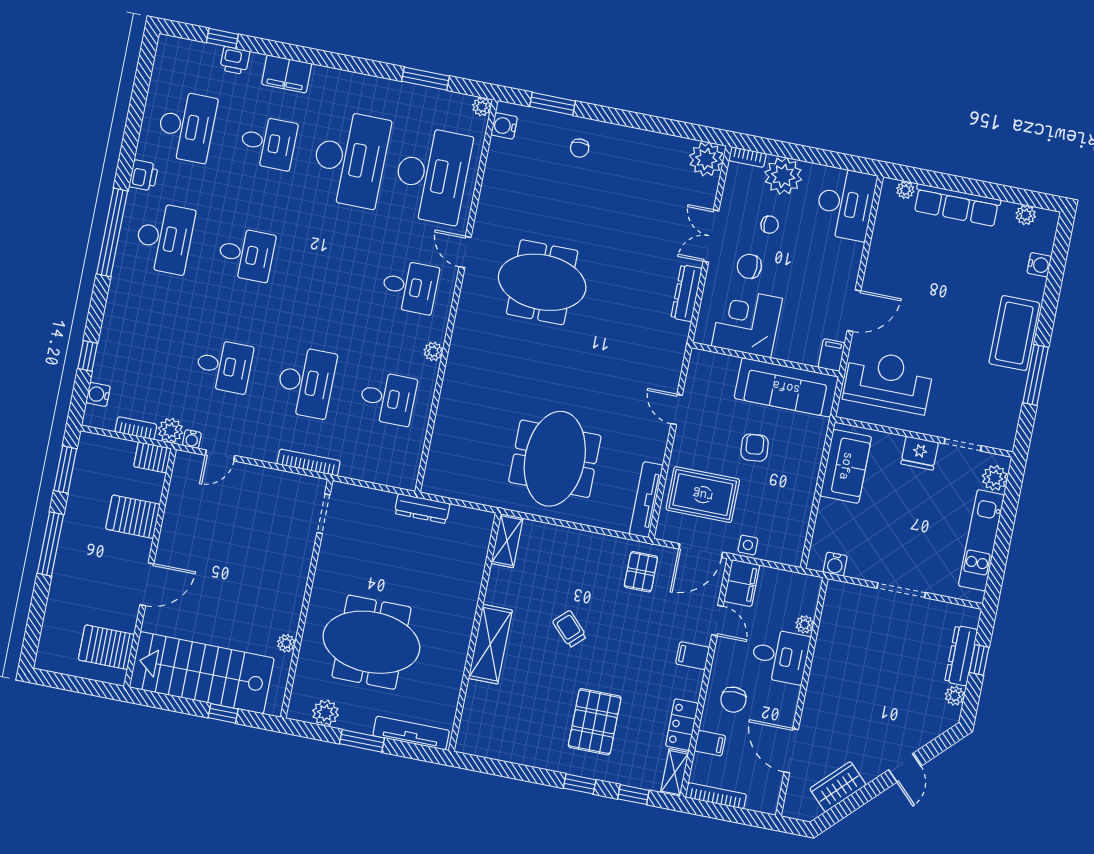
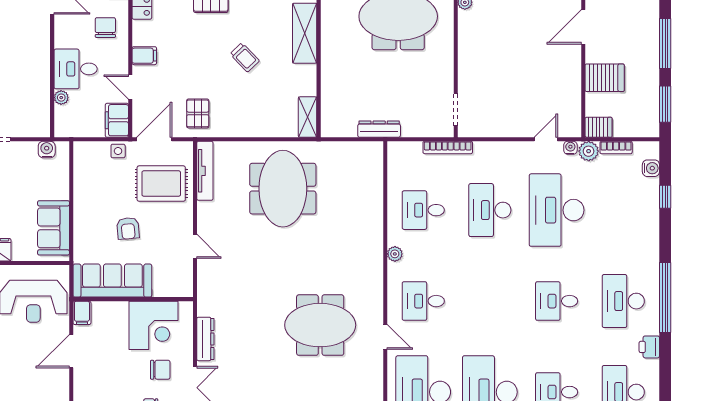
desk: (224, 366) -> (557, 210), width x1.87, depth x1.30
bookcase: (309, 462) -> (448, 147), moved

